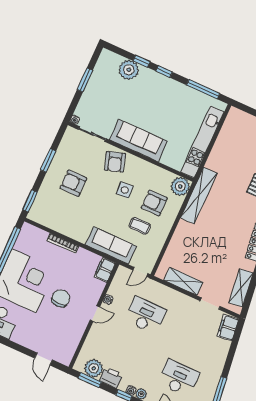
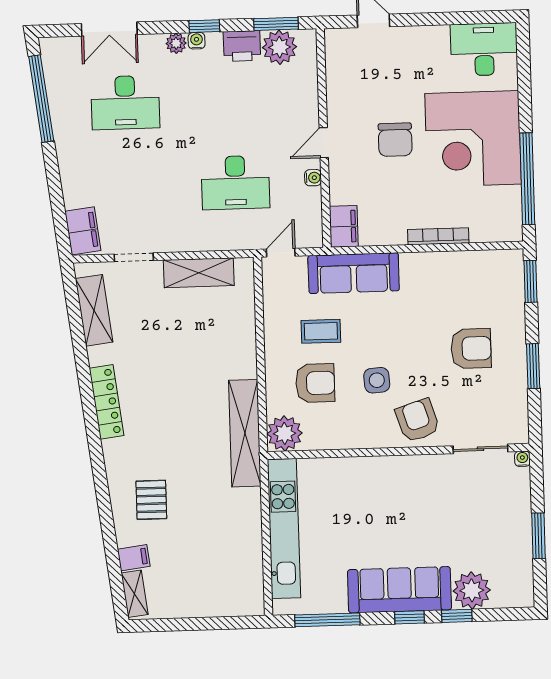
sofa: (138, 140) -> (399, 590), moved, turned 180

